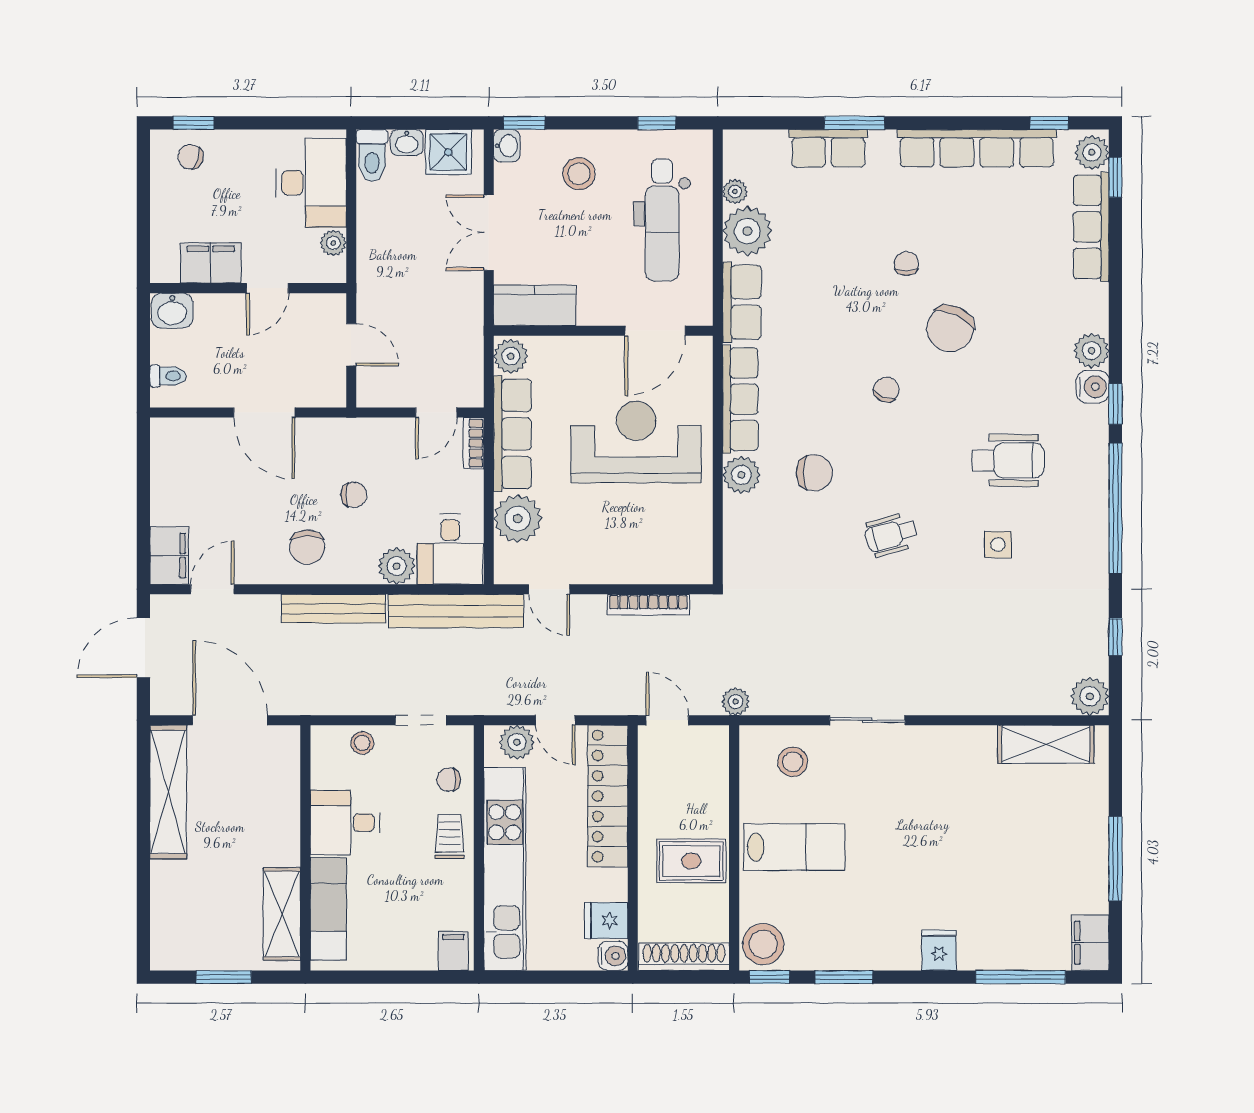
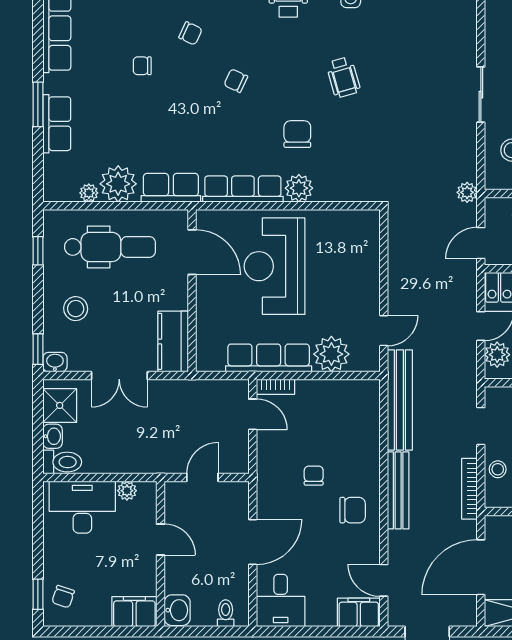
filing cabinet: (211, 263) -> (134, 612), moved, turned 90
chair: (950, 329) -> (190, 33), width x0.54, depth x0.54
plant: (511, 356) -> (211, 359), removed
desk: (450, 549) -> (281, 601), moved, turned 90
plant: (397, 566) -> (367, 444), removed
bookcase: (648, 605) -> (469, 489), moved, turned 180

